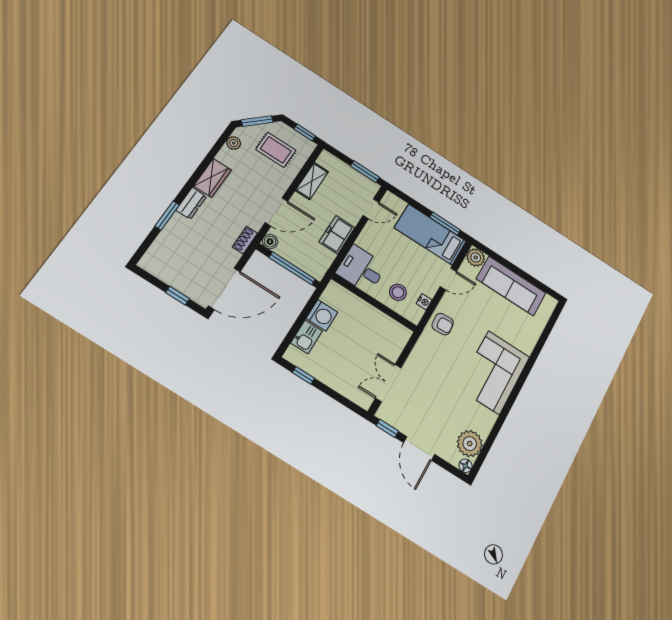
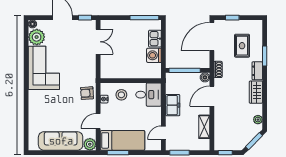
rug: (276, 150) -> (242, 46), moved, turned 90
corner sofa: (494, 372) -> (44, 68), moved
window: (303, 375) -> (144, 18), width x2.17

